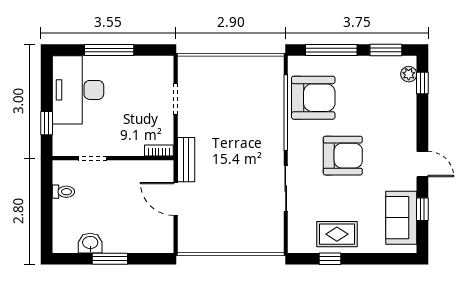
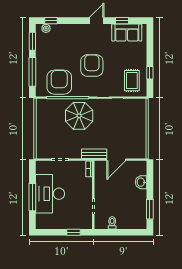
desk: (78, 90) -> (50, 194), moved, turned 90
parasol: (253, 133) -> (79, 116), added
rug: (337, 234) -> (132, 81), moved
washbasin: (90, 243) -> (141, 182), moved
window: (110, 259) -> (150, 209), moved

